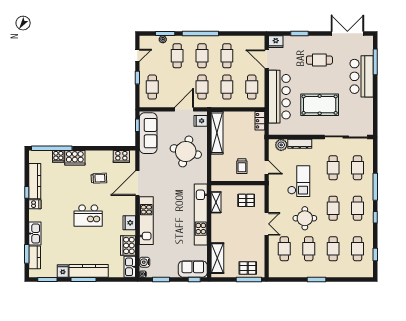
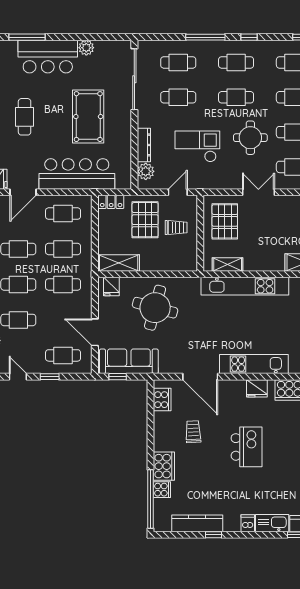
plant: (368, 103) -> (86, 48), added
door: (184, 109) -> (95, 332), moved
shelving: (217, 133) -> (119, 263), width x0.68
pallet: (247, 145) -> (145, 220), added
pallet: (246, 200) -> (225, 221), width x1.50, depth x1.42
dishwasher: (35, 204) -> (248, 523), moved

